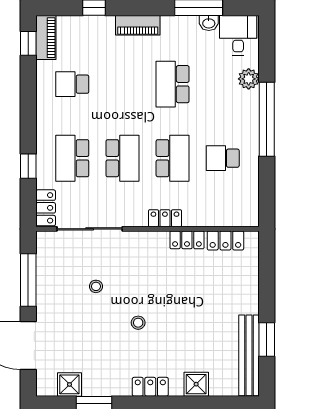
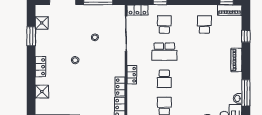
school desk: (173, 84) -> (204, 79), removed
school desk: (72, 158) -> (164, 24), width x0.54
school desk: (173, 158) -> (164, 79), width x0.54

